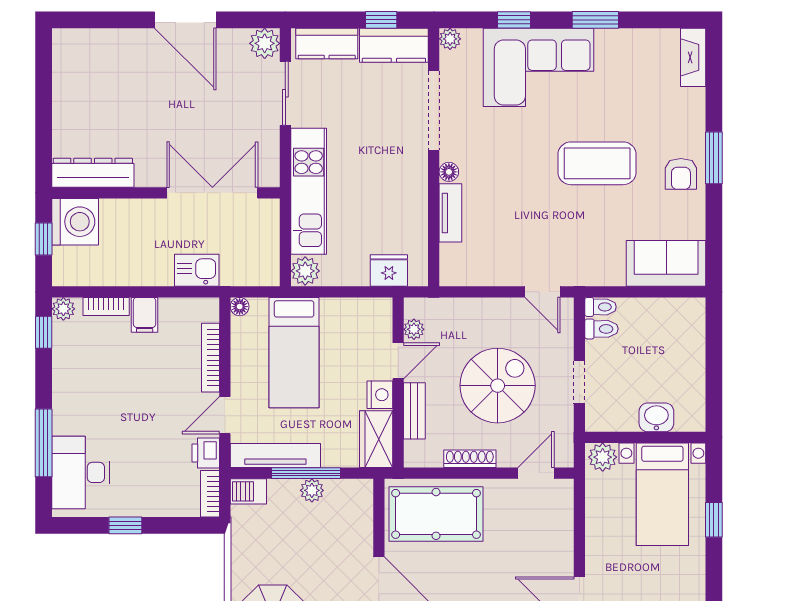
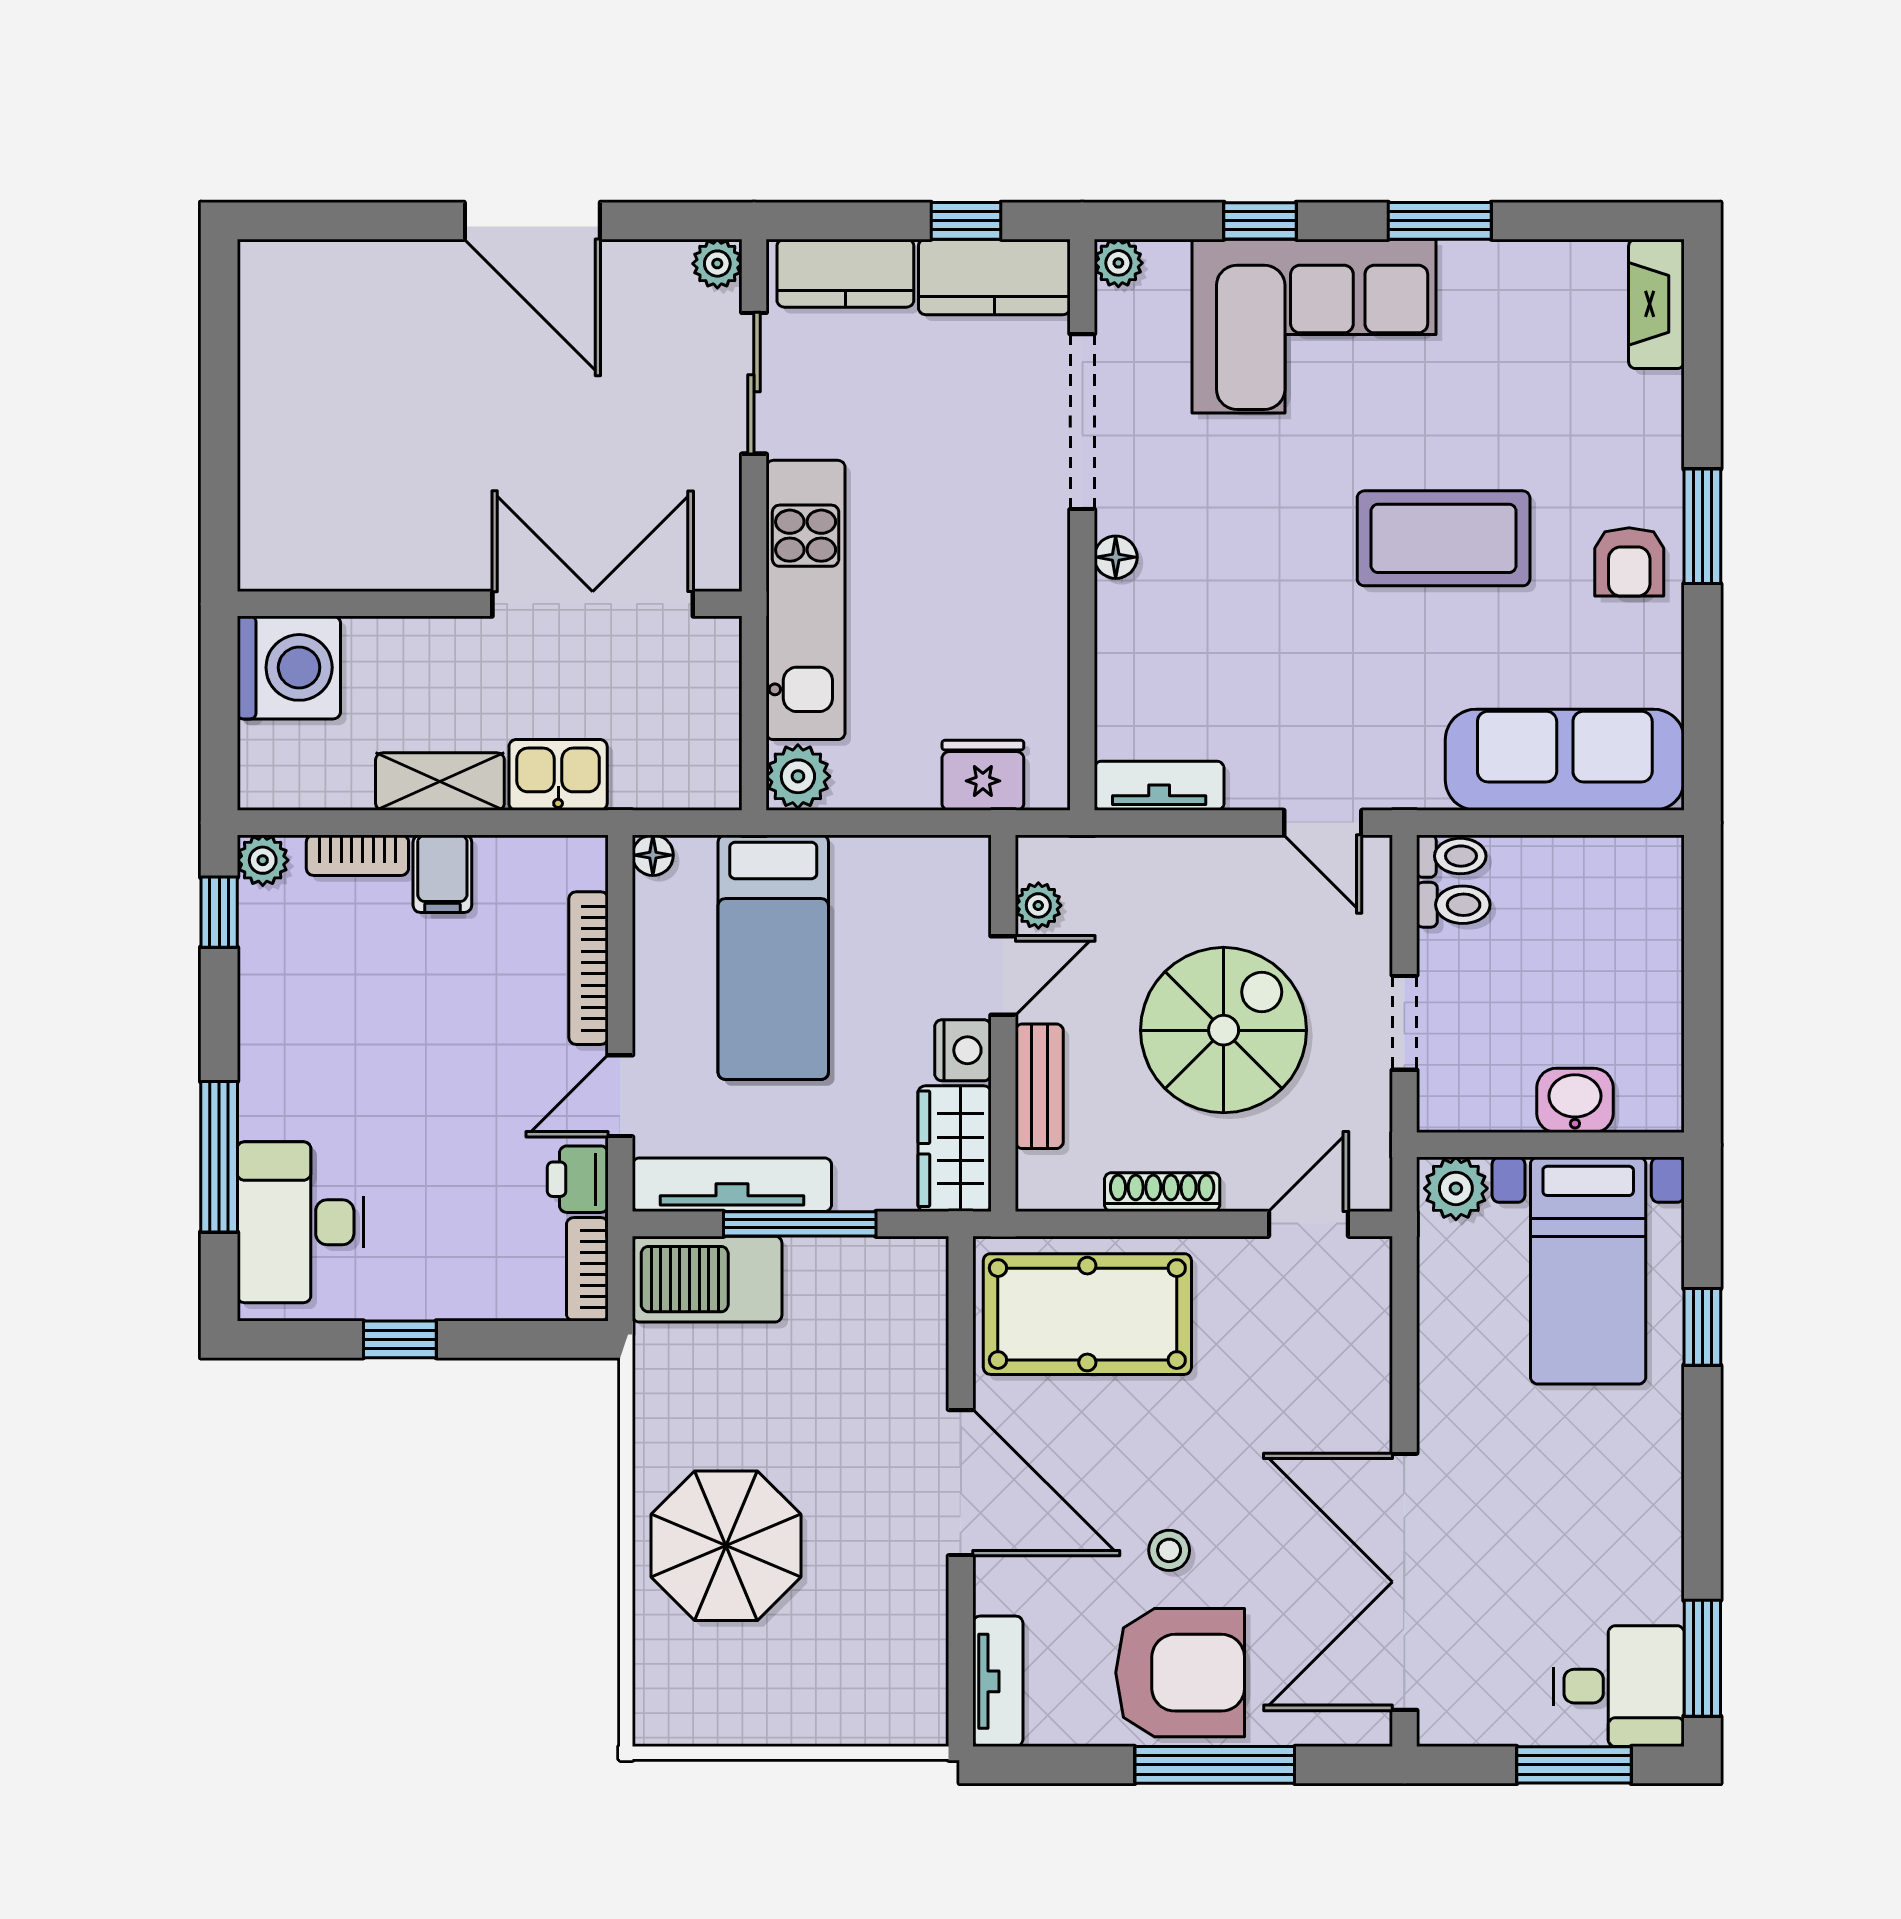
plant: (265, 43) -> (717, 264), width x0.73, depth x0.73
dresser: (93, 173) -> (328, 559), removed
tv unit: (450, 213) -> (1159, 786), moved, turned -90
window: (44, 239) -> (219, 706), removed
sofa: (666, 263) -> (1565, 760), width x1.36
shelving: (143, 273) -> (440, 782), added
plant: (312, 490) -> (813, 1262), removed
barbecue: (248, 491) -> (707, 1279), width x1.88, depth x1.53

